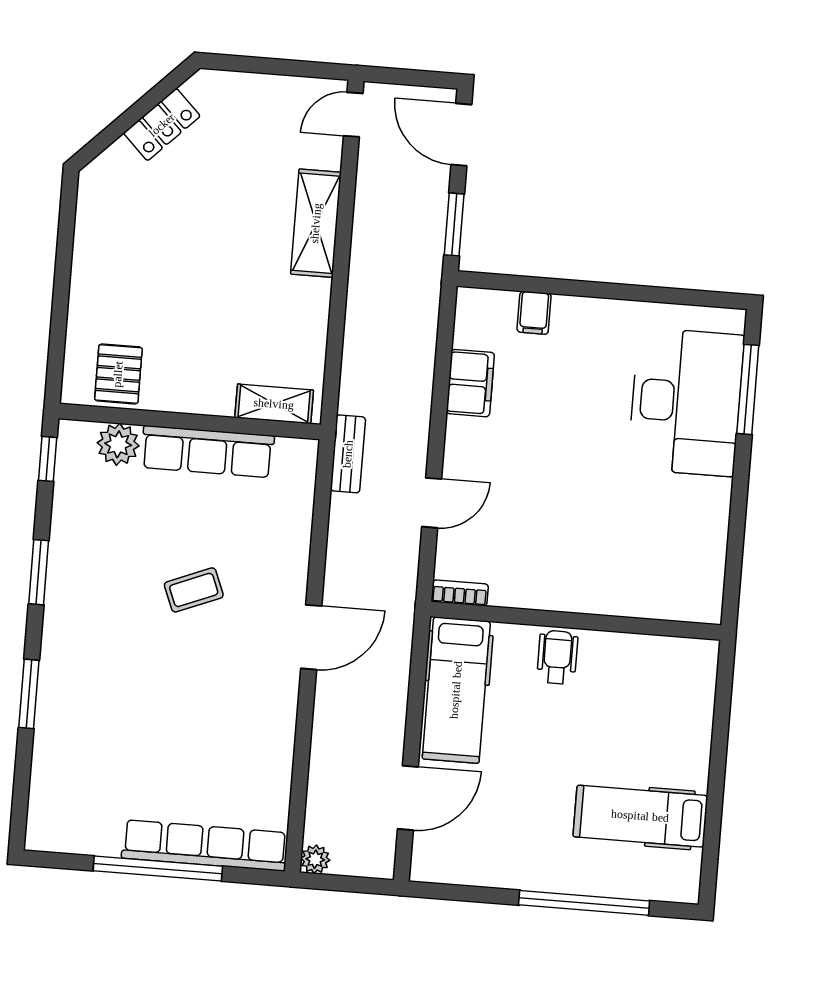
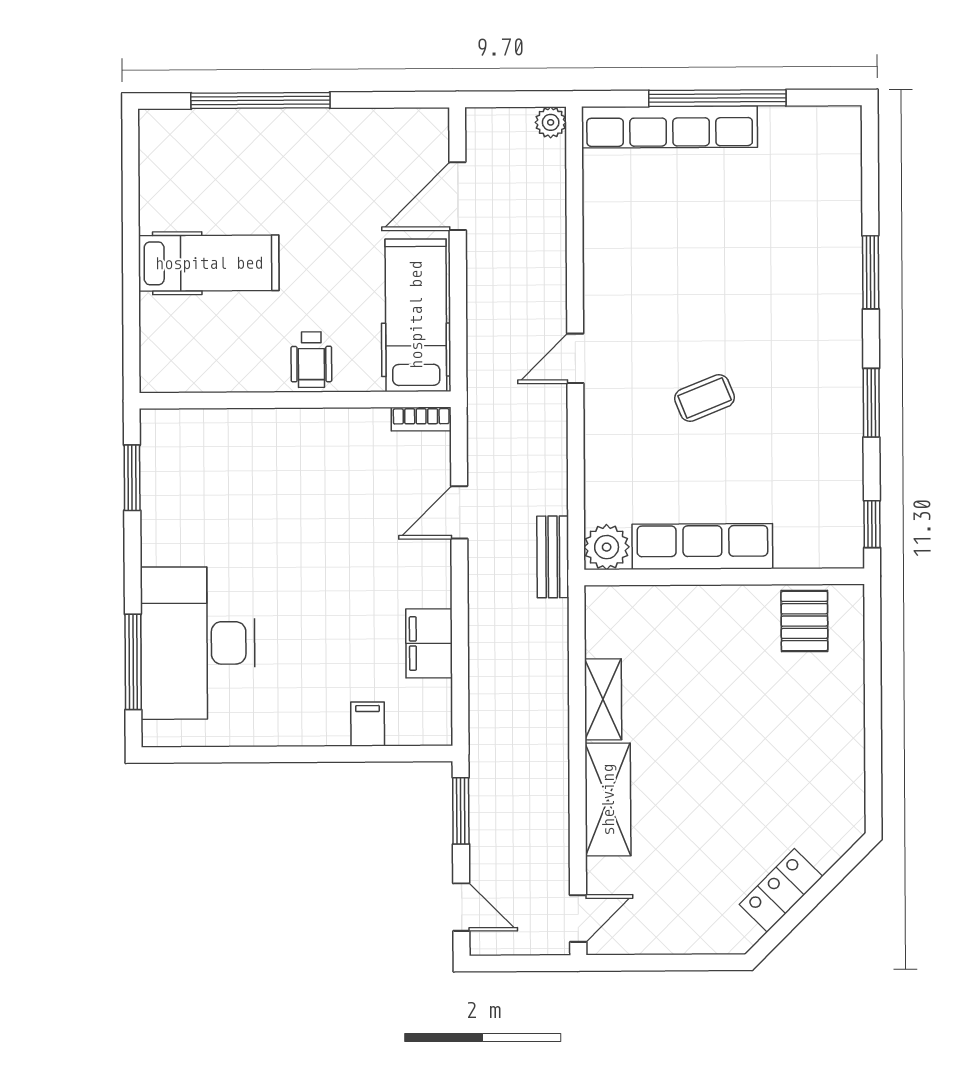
door: (461, 135) -> (461, 907), width x0.73
shelving: (274, 404) -> (603, 699), moved, turned 90
plant: (118, 444) -> (607, 547), moved
window: (734, 561) -> (132, 478), added
door: (311, 637) -> (575, 358), width x0.73
hospital bed: (640, 816) -> (209, 263), moved

